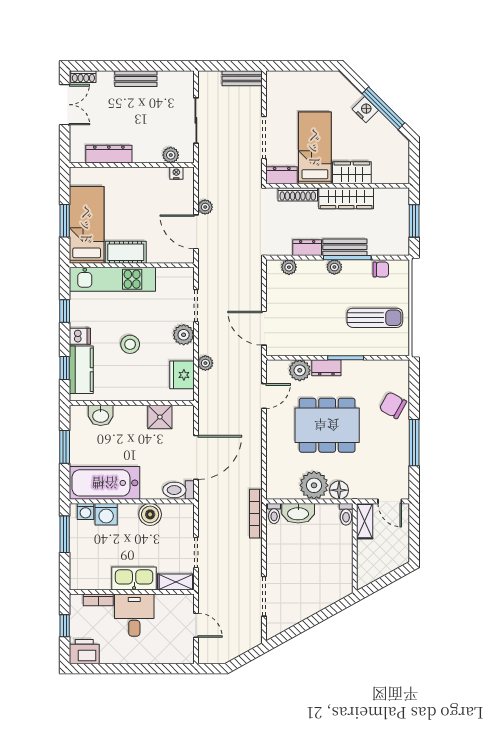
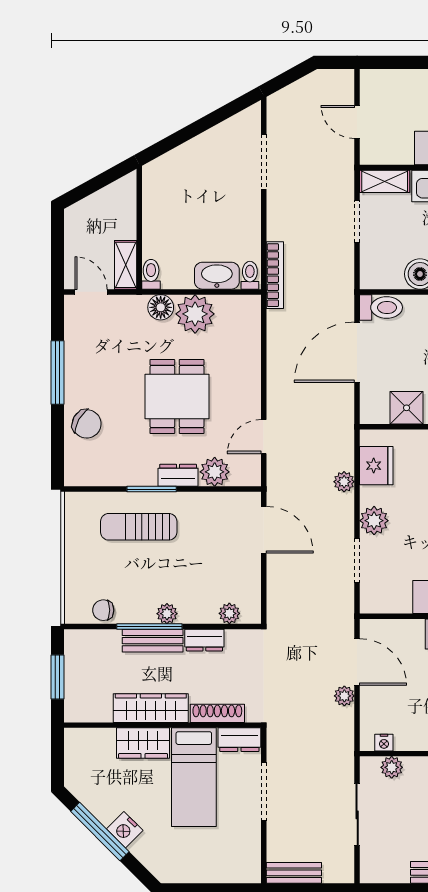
sun lounger: (375, 318) -> (139, 527), moved
dining table: (327, 425) -> (177, 397), width x0.73

